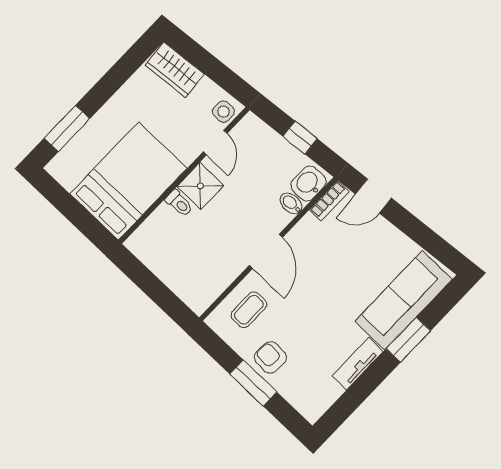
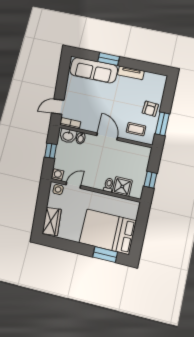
washing machine: (250, 125) -> (58, 175), added
bed: (128, 181) -> (108, 232), moved
shower: (200, 186) -> (122, 186), moved
door: (373, 196) -> (58, 107), swing flipped
door: (266, 251) -> (107, 137), hinge flipped
window: (146, 280) -> (150, 180), added
window: (253, 383) -> (162, 124), moved

